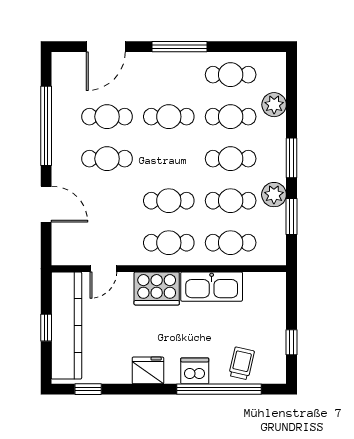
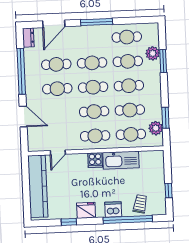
dresser: (61, 68) -> (28, 38), added
window: (292, 158) -> (163, 61), moved
cafe table: (169, 159) -> (93, 87), added
plant: (274, 195) -> (156, 128), moved
cooker: (157, 288) -> (95, 160), width x0.53, depth x0.76
window: (46, 328) -> (26, 188), removed
window: (88, 389) -> (69, 222), moved

